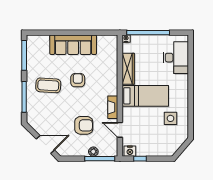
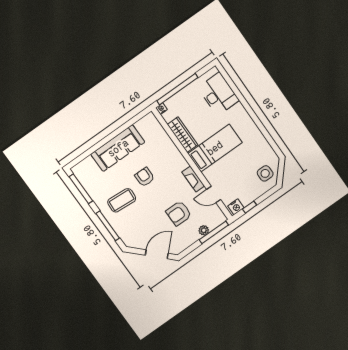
side table: (170, 118) -> (265, 173), moved
armchair: (84, 125) -> (179, 213), turned 180

